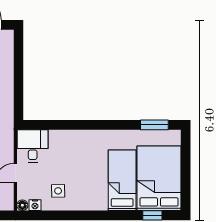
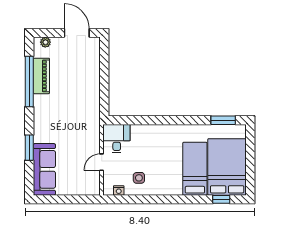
floor lamp: (22, 205) -> (108, 191), removed

